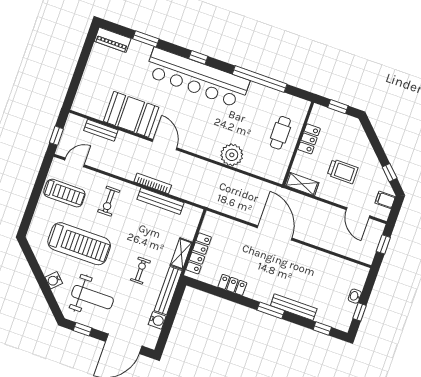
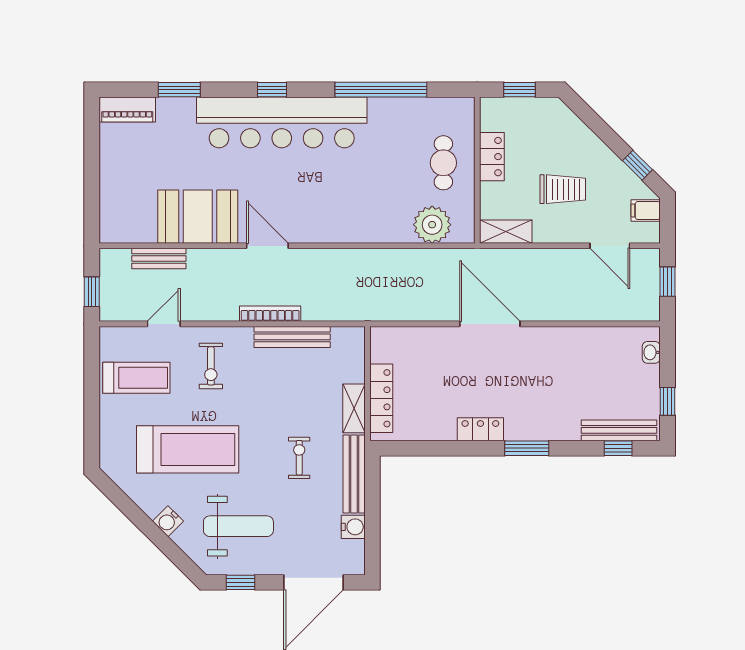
plant: (232, 155) -> (432, 225), moved
door: (74, 162) -> (164, 324), moved
locker: (232, 285) -> (480, 429), moved
washbasin: (355, 296) -> (651, 352), moved
bench: (294, 307) -> (619, 430), moved

